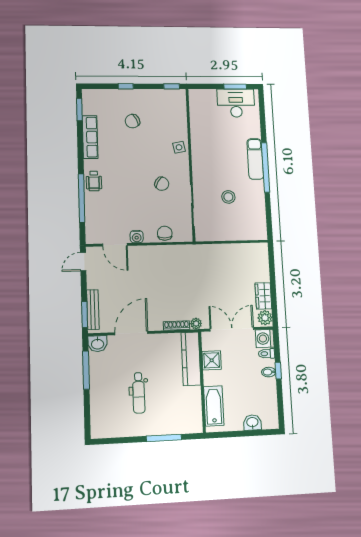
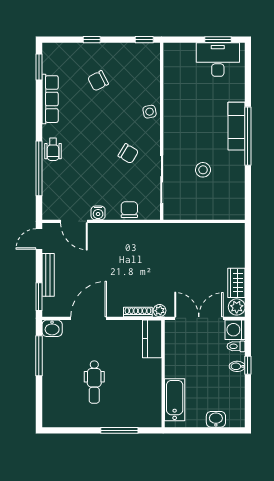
bench: (93, 310) -> (48, 275), moved
kitchen counter: (191, 359) -> (152, 339), width x0.67
shower: (212, 360) -> (175, 351), removed

